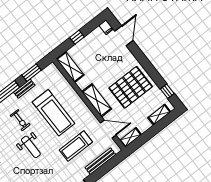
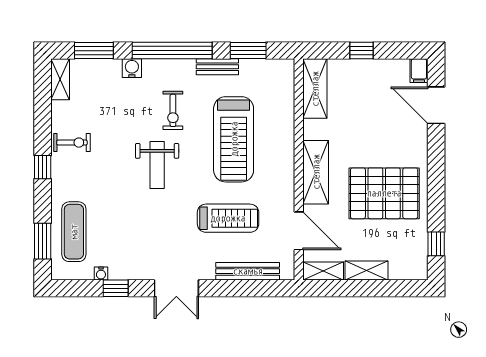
door: (124, 36) -> (436, 105), swing flipped
shelving: (159, 115) -> (366, 270), moved
treadmill: (76, 146) -> (228, 218), turned 180

